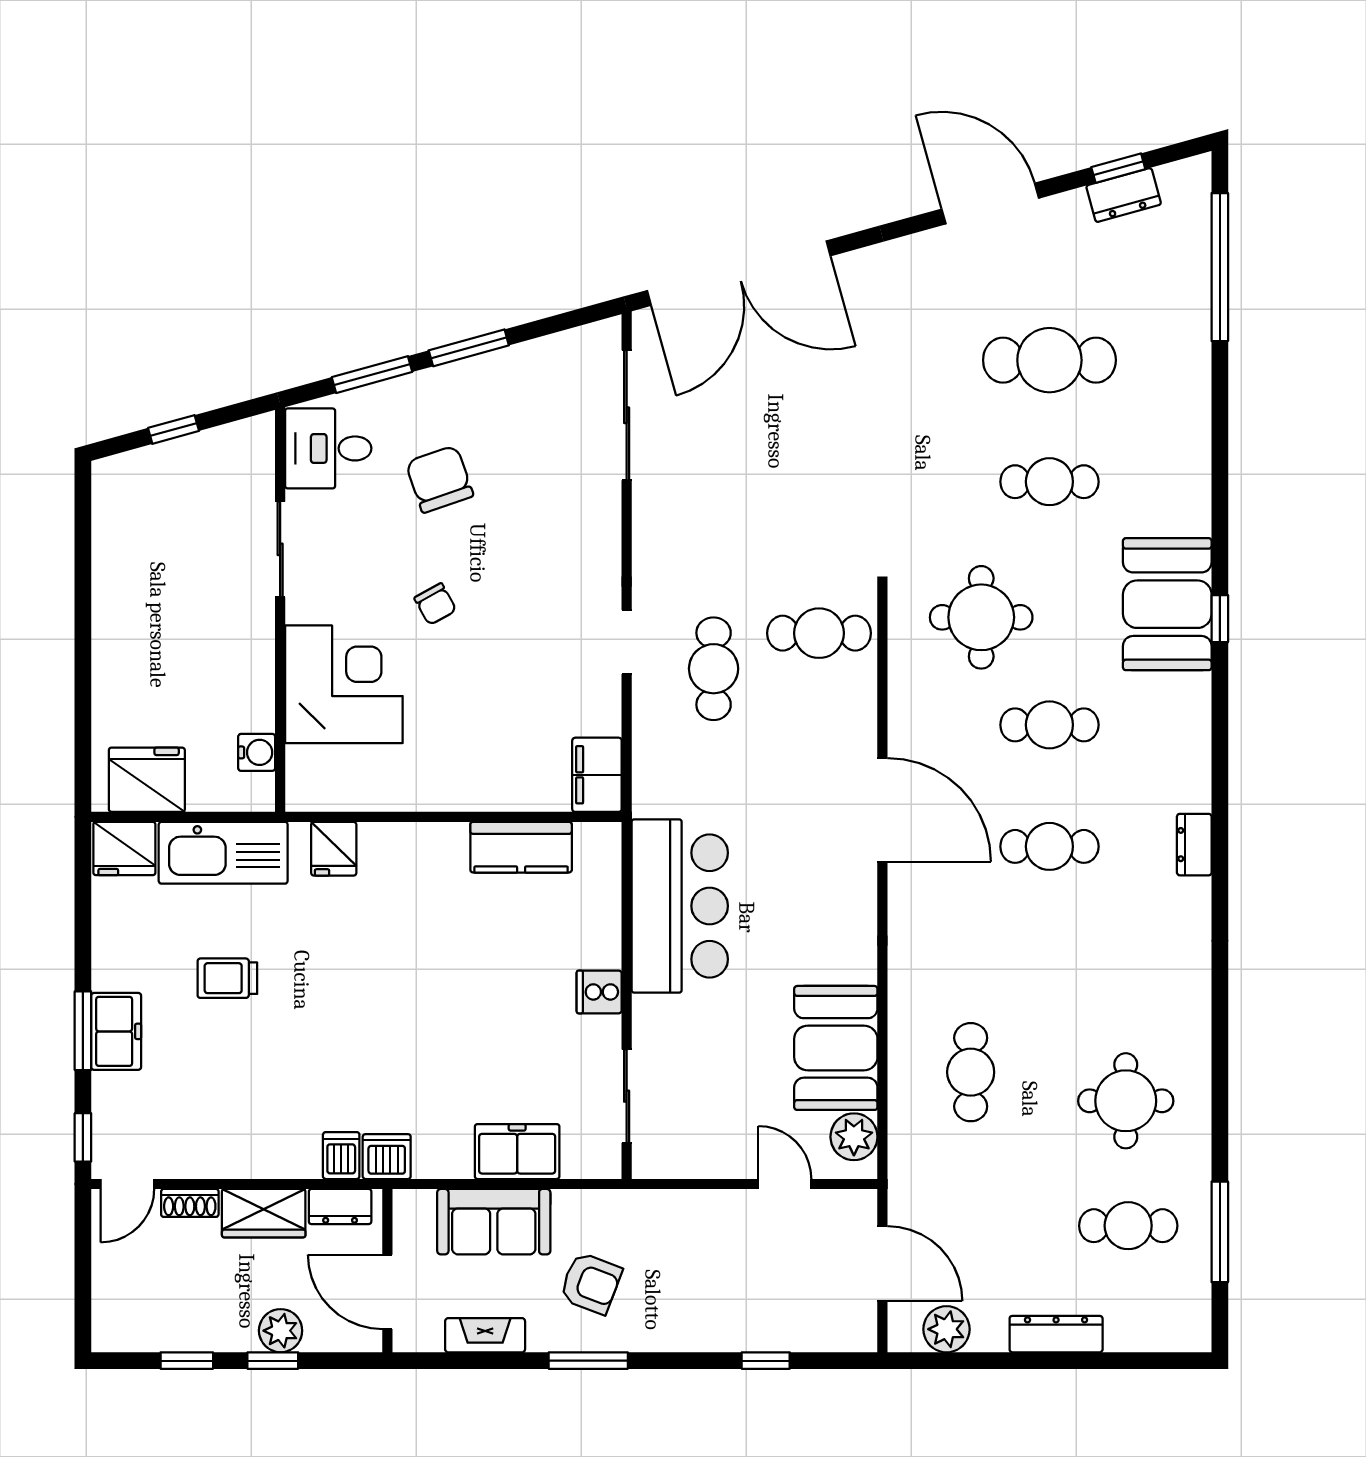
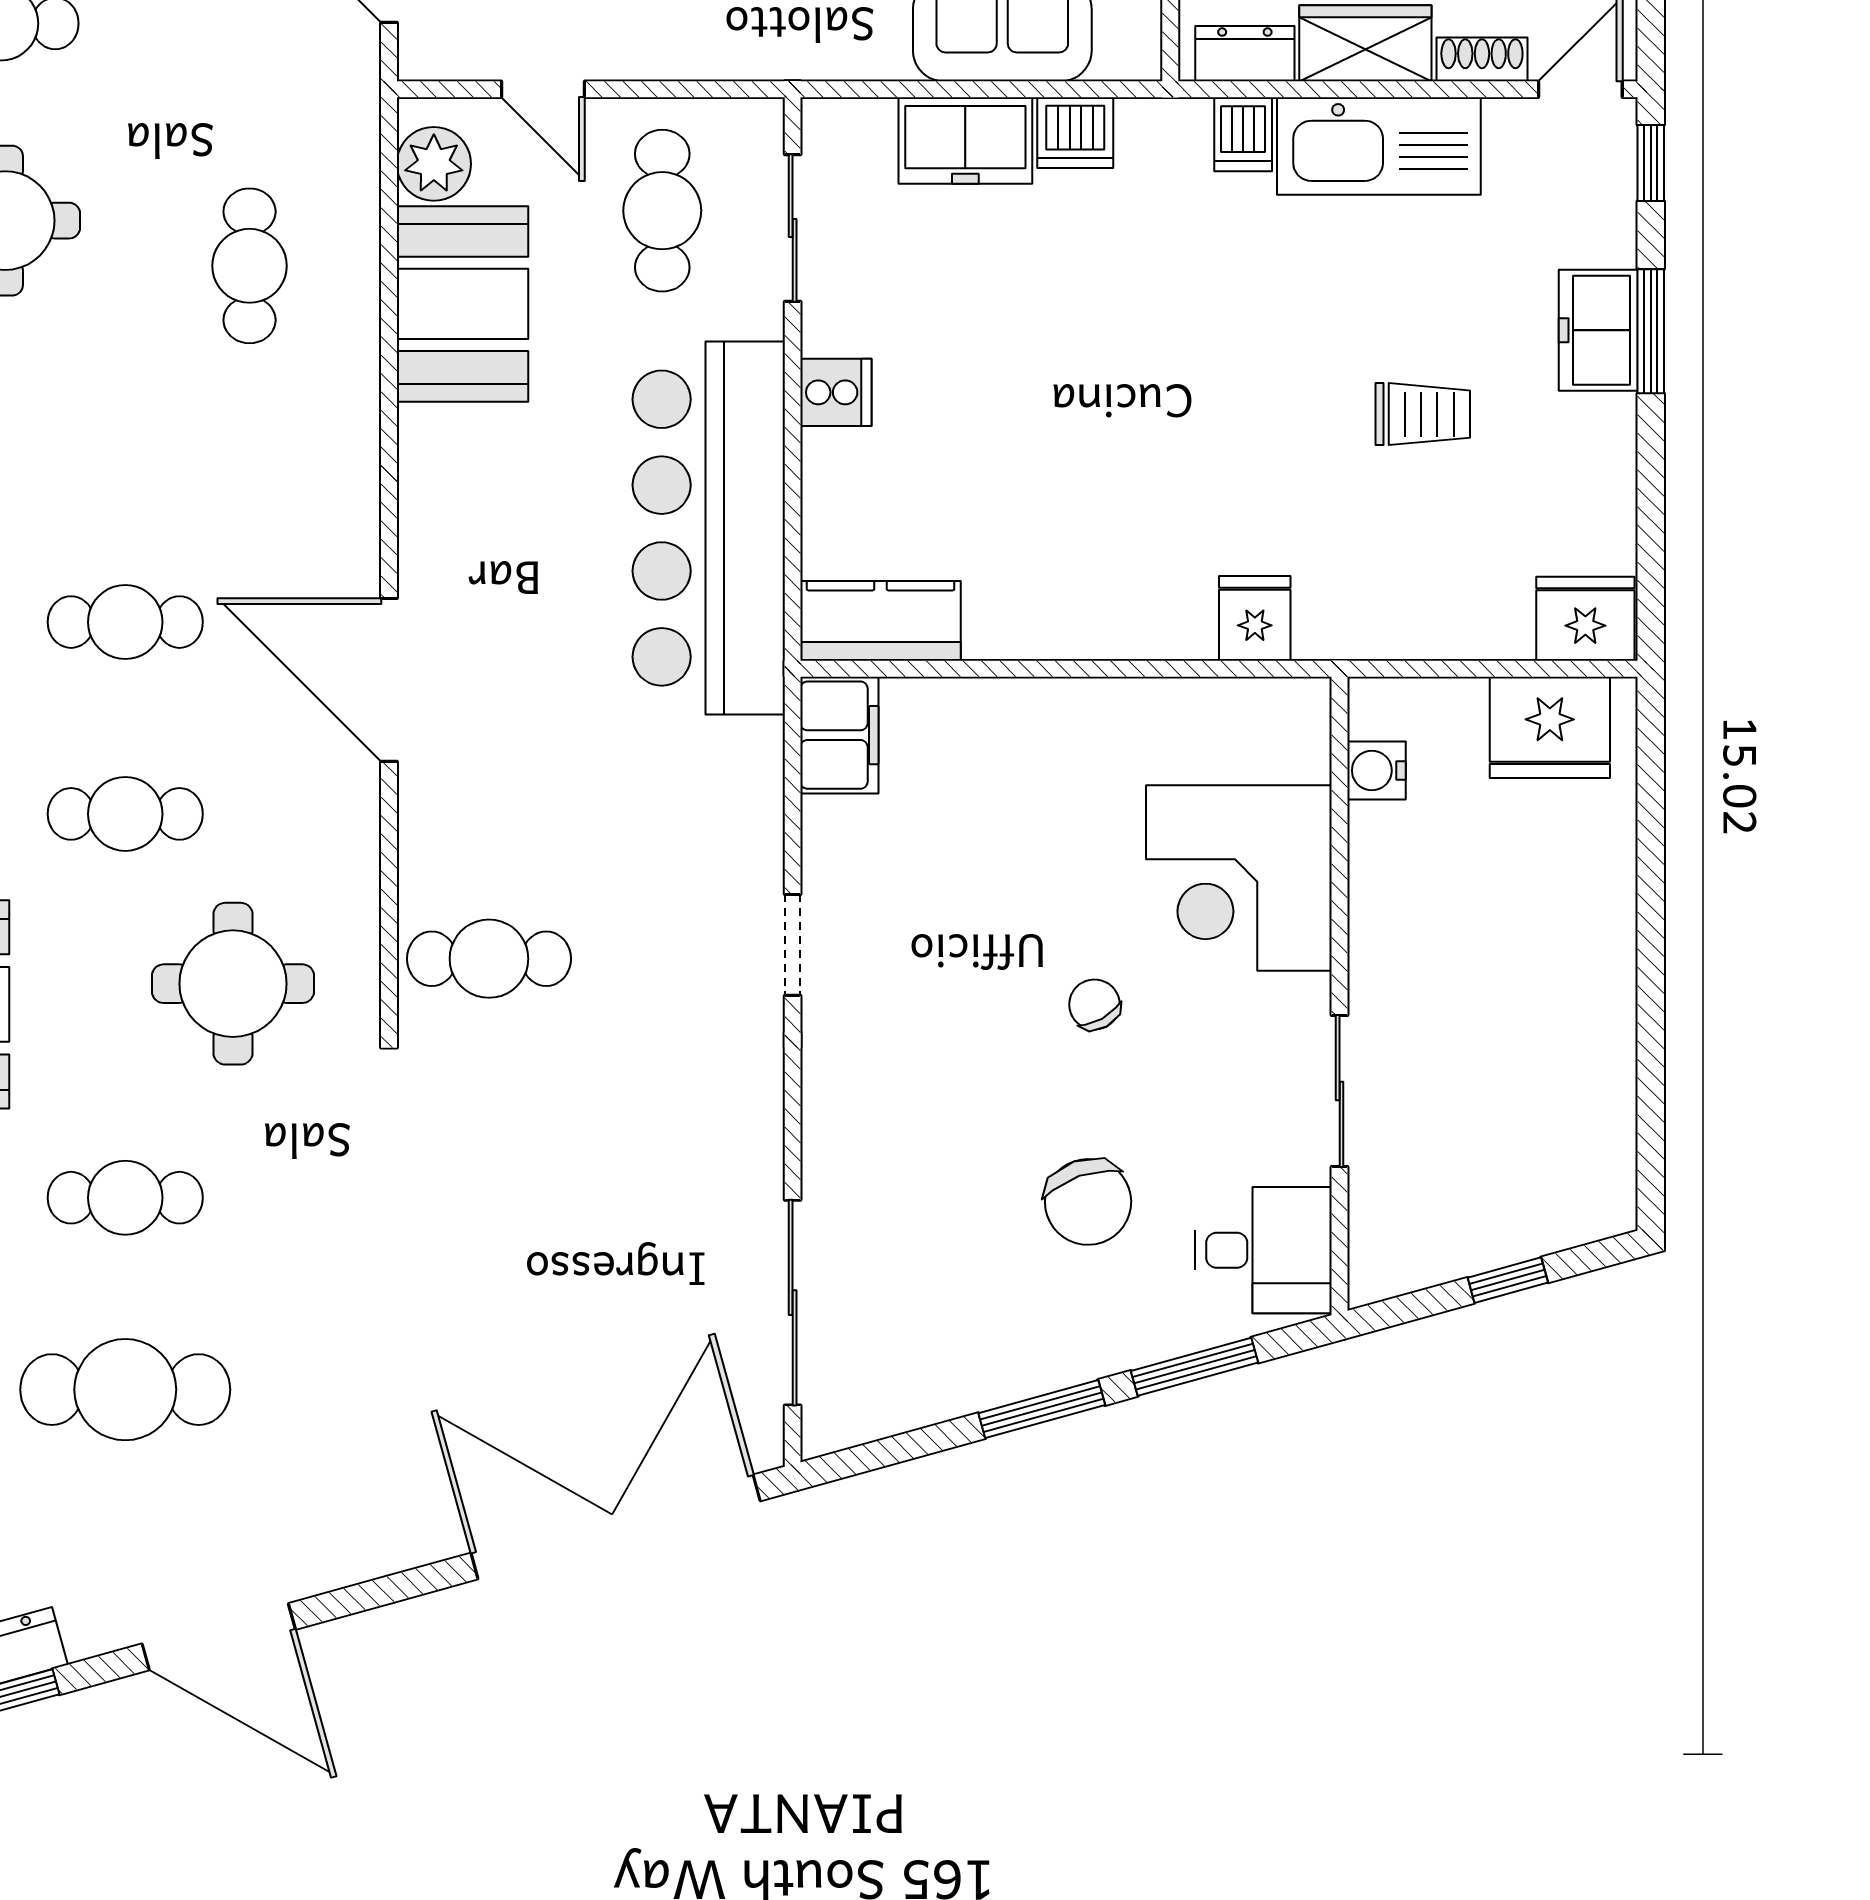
cafe table: (714, 669) -> (662, 211), moved
kitchen counter: (521, 847) -> (881, 621), moved
kitchen sink: (223, 853) -> (1379, 146), moved, turned 180
bar counter: (680, 906) -> (709, 528), width x1.36
dishwasher: (387, 1157) -> (1075, 133), moved

